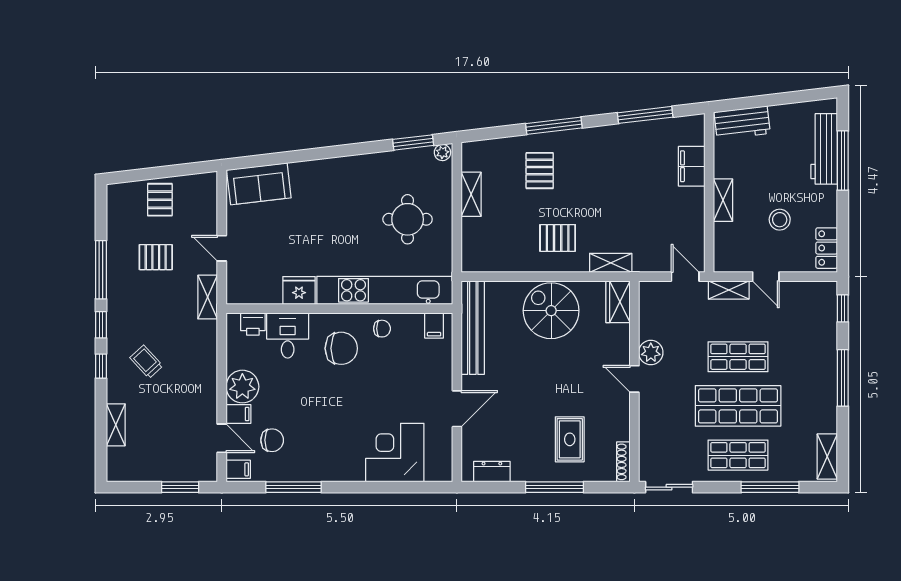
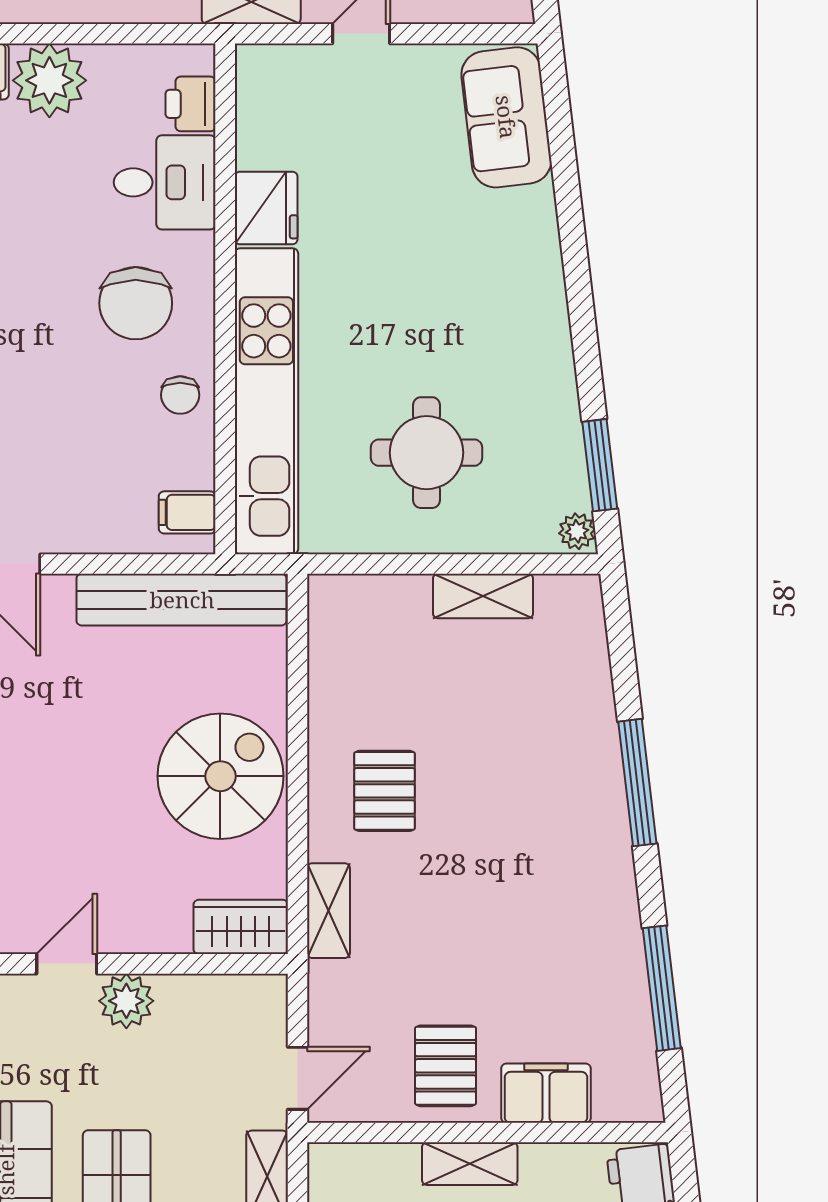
pallet: (540, 171) -> (446, 1066), moved, turned 90

